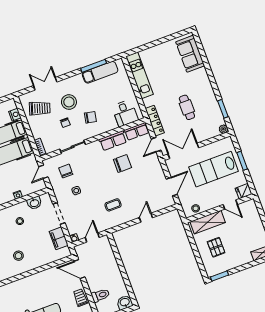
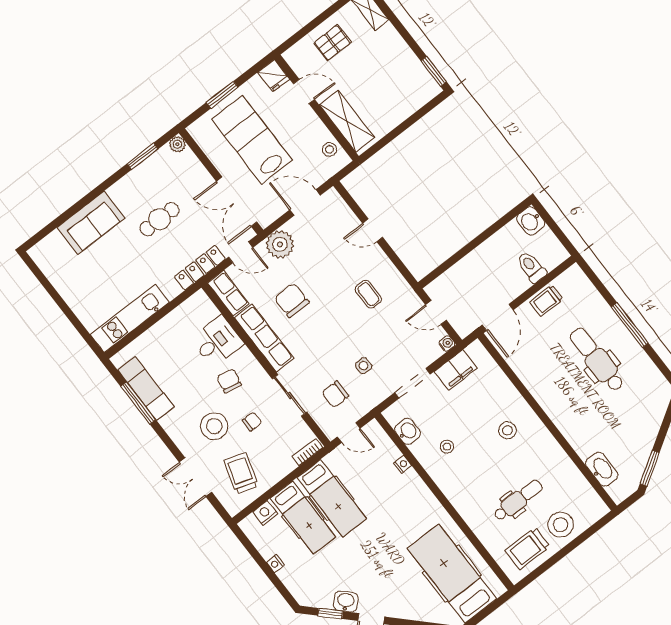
sofa: (190, 54) -> (91, 223), moved
desk: (125, 113) -> (217, 341), moved
row of seats: (113, 141) -> (264, 338), width x1.48
plant: (154, 167) -> (280, 244), added
lab bench: (214, 169) -> (252, 140), turned 180
door: (230, 204) -> (304, 92), hinge flipped
pallet: (216, 247) -> (332, 43), moved

